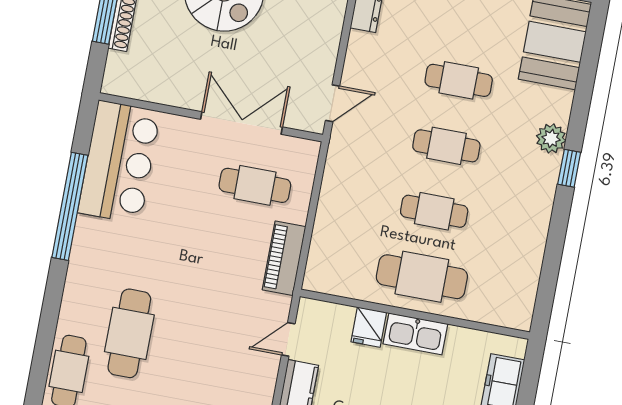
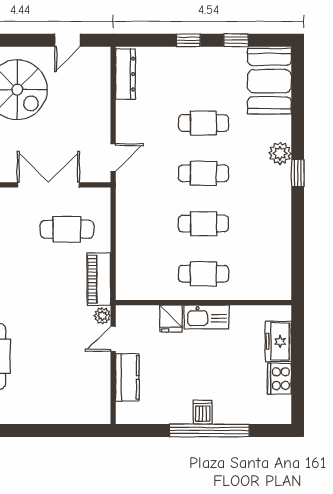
cafe table: (422, 277) -> (203, 274), width x0.73, depth x0.74
plant: (280, 306) -> (102, 316), added

